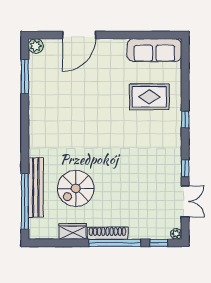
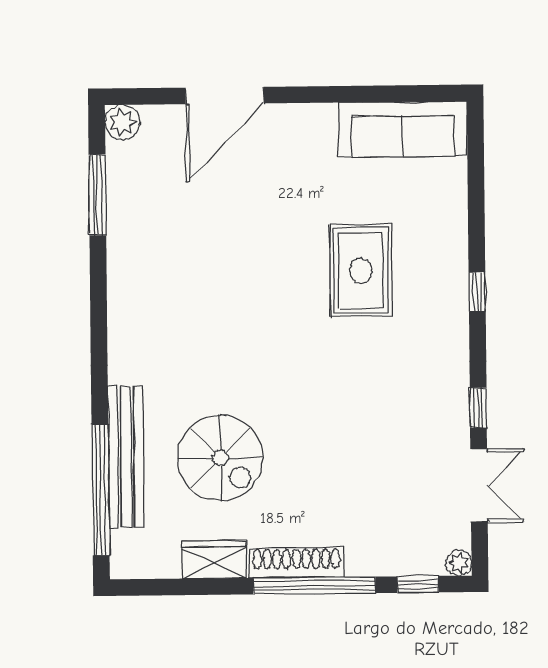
rug: (149, 97) -> (361, 270), moved, turned 90
spiral stairs: (76, 188) -> (220, 458), turned -90

